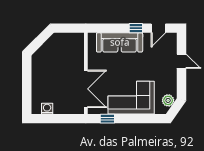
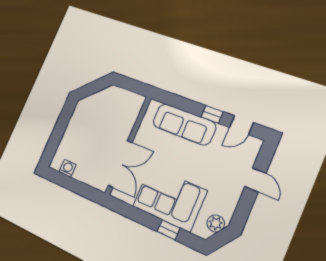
window: (107, 119) -> (169, 230), moved

